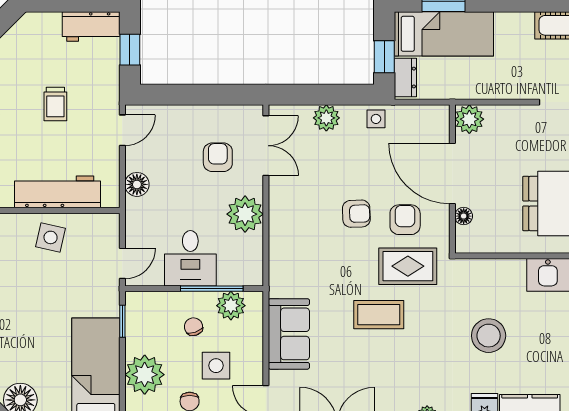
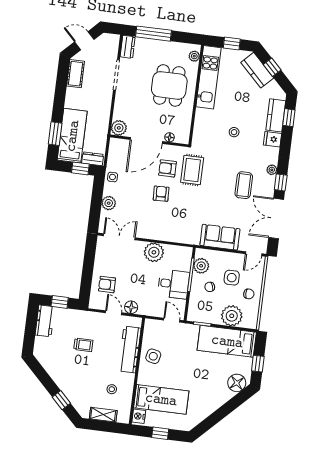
door: (122, 130) -> (114, 313), moved
armchair: (218, 157) -> (107, 284), moved
coffee table: (379, 315) -> (244, 185), moved
stool: (489, 336) -> (234, 132), width x0.53, depth x0.53

